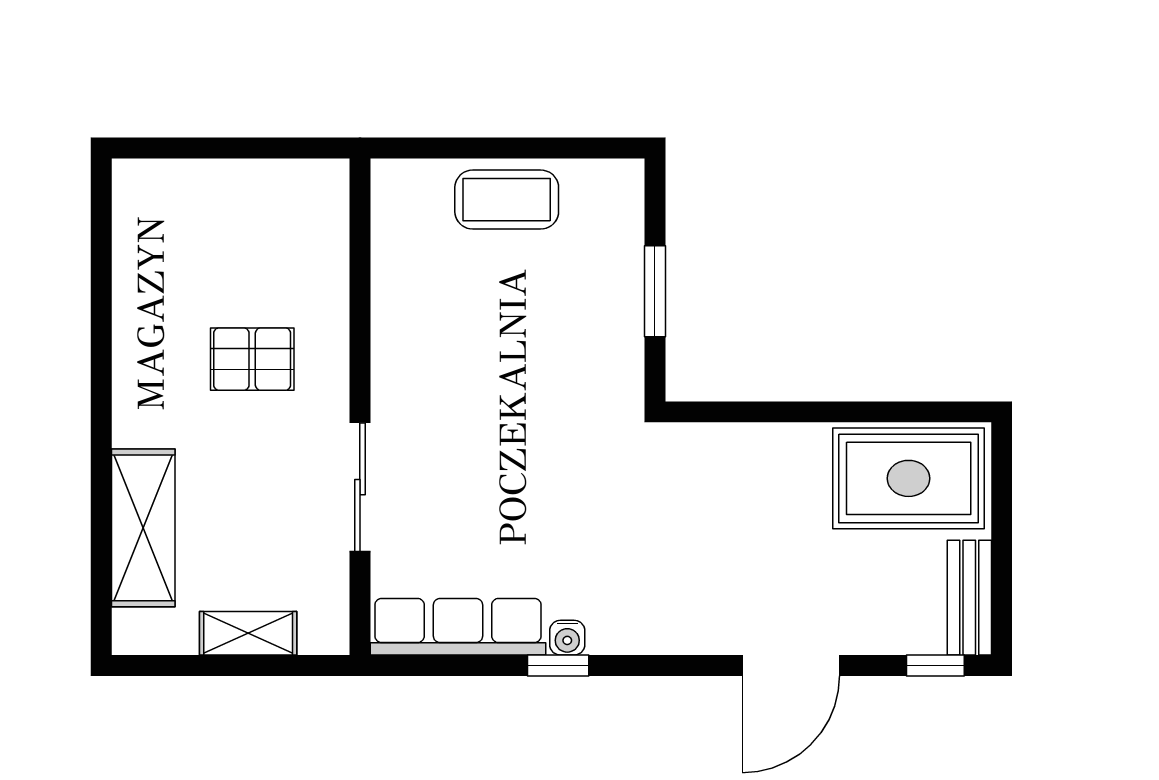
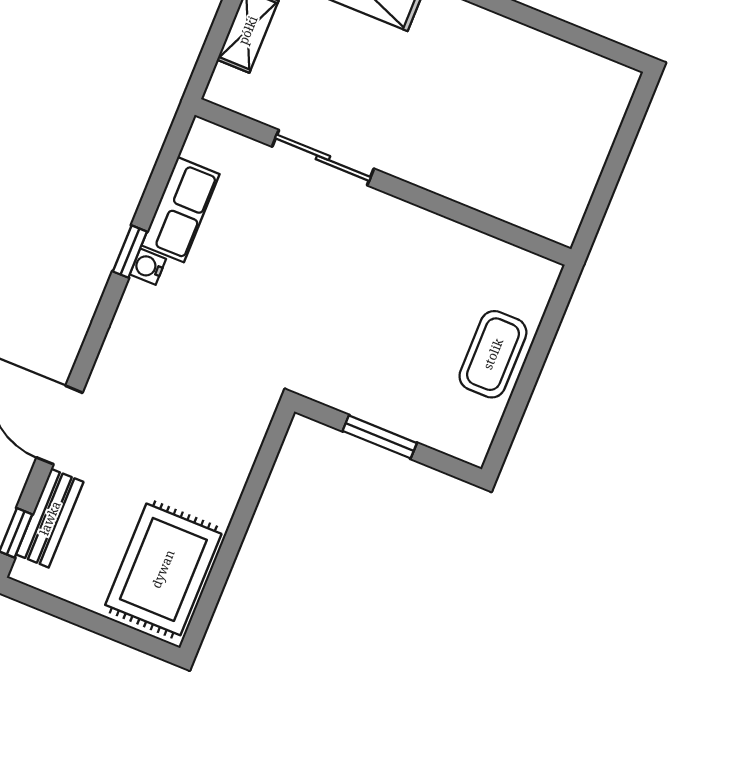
pallet: (252, 359) -> (451, 116), removed
bench: (969, 598) -> (50, 518), moved, turned 90
row of seats: (458, 627) -> (181, 210), width x0.68

